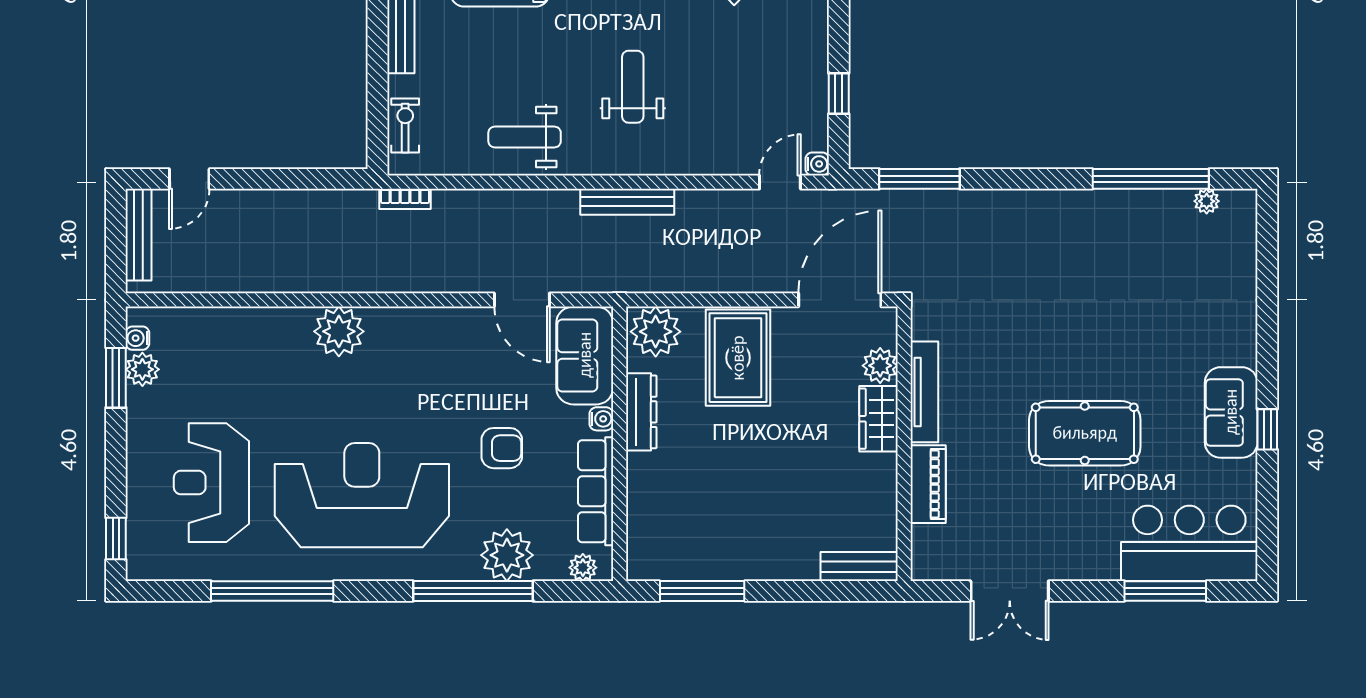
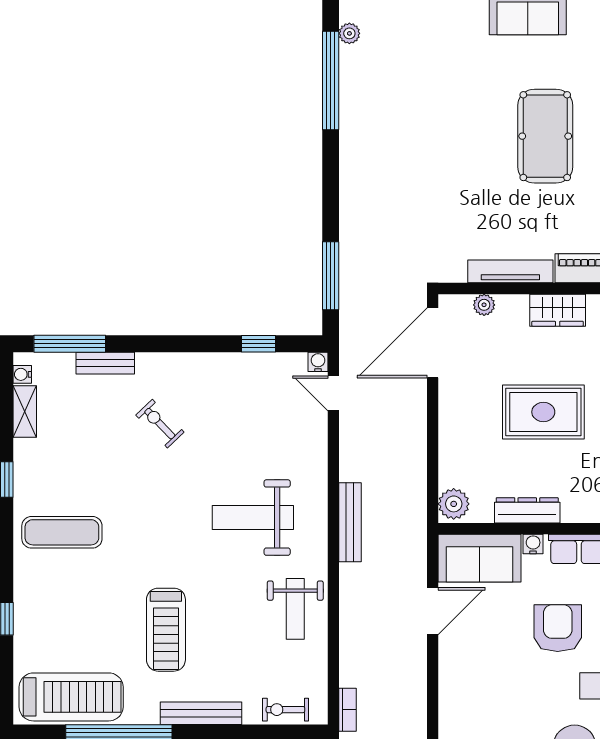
weight bench: (633, 87) -> (253, 518), width x1.36, depth x1.33
door: (840, 300) -> (433, 343), hinge flipped
plant: (656, 332) -> (454, 504), width x0.73, depth x0.73
rug: (738, 358) -> (543, 412), moved
plant: (880, 366) -> (484, 305), width x0.73, depth x0.73
wardrobe: (879, 419) -> (558, 310), moved
armchair: (502, 448) -> (558, 628), width x1.38, depth x1.38

